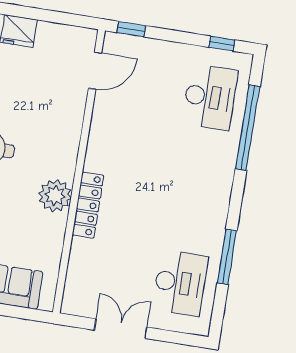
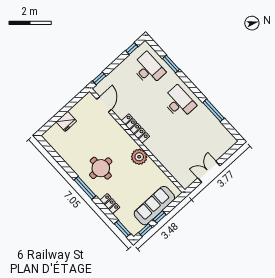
window: (248, 128) -> (171, 64), width x0.47
locker: (88, 205) -> (135, 128), moved
desk: (180, 283) -> (179, 102), moved

